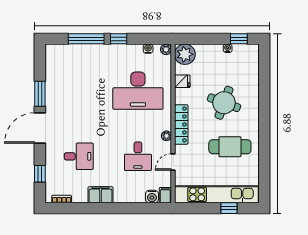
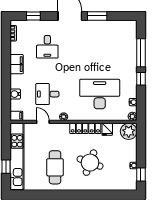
desk: (138, 91) -> (100, 94), turned 90
locker: (181, 124) -> (85, 128), moved
water cooler: (152, 197) -> (15, 94), moved

